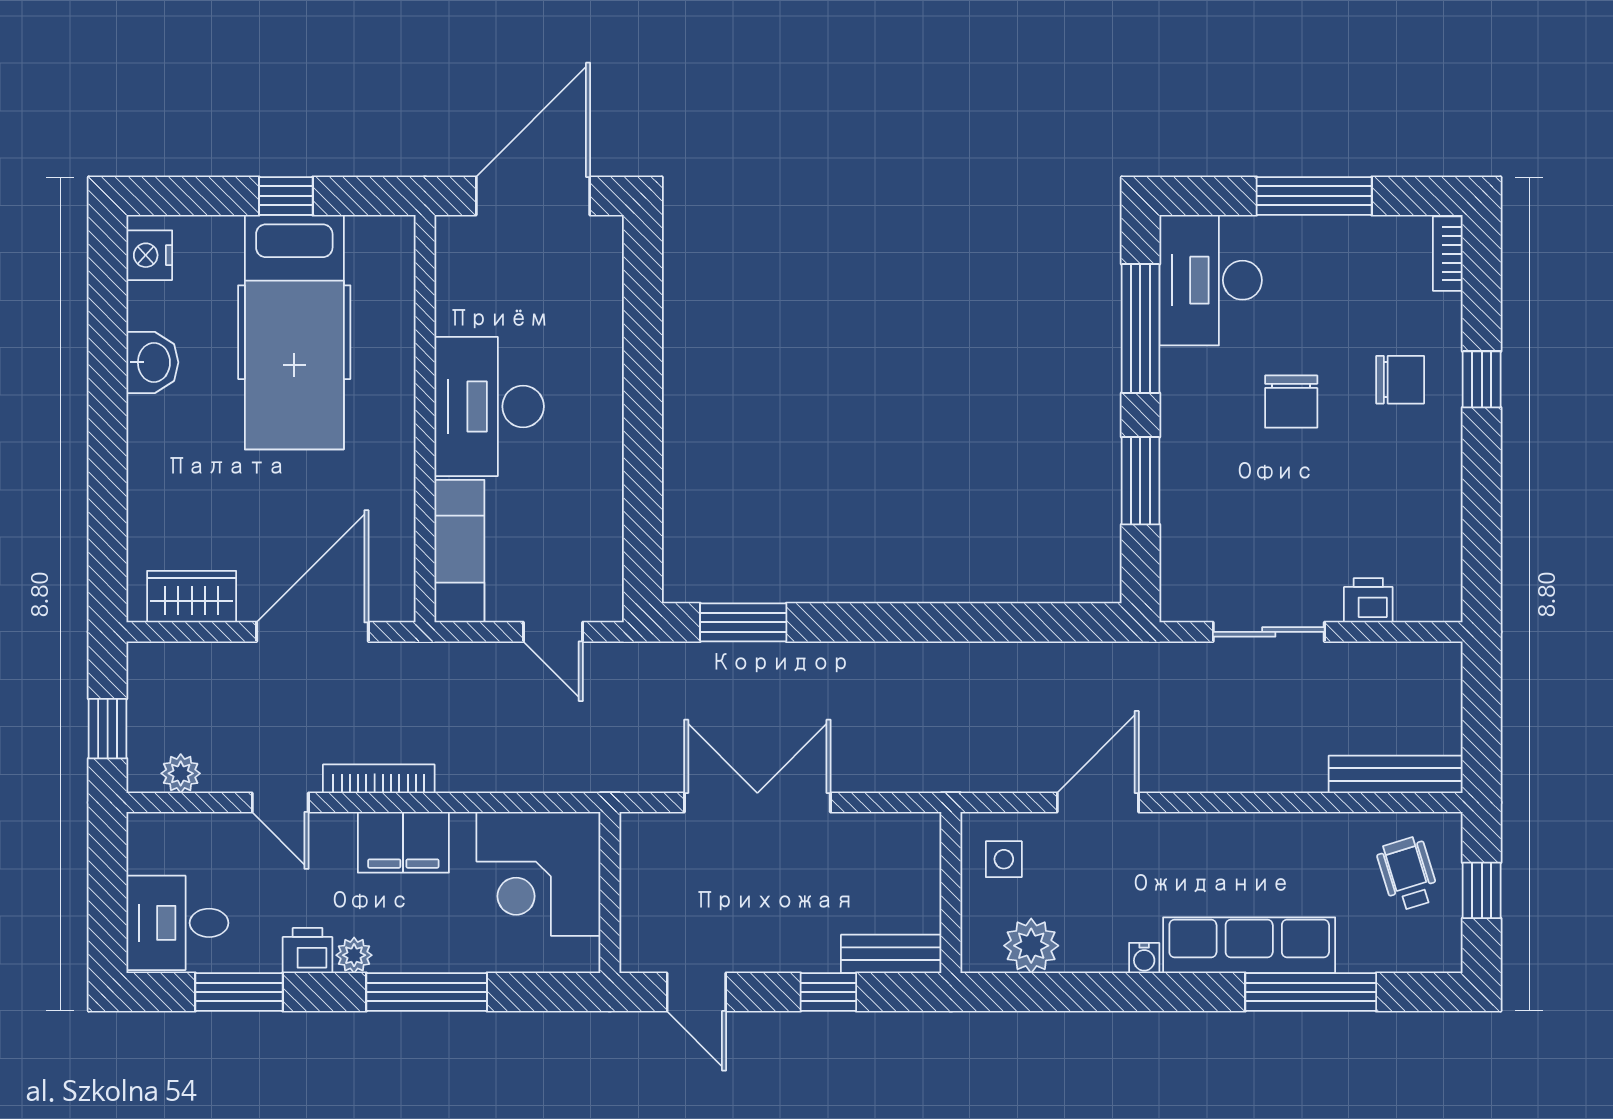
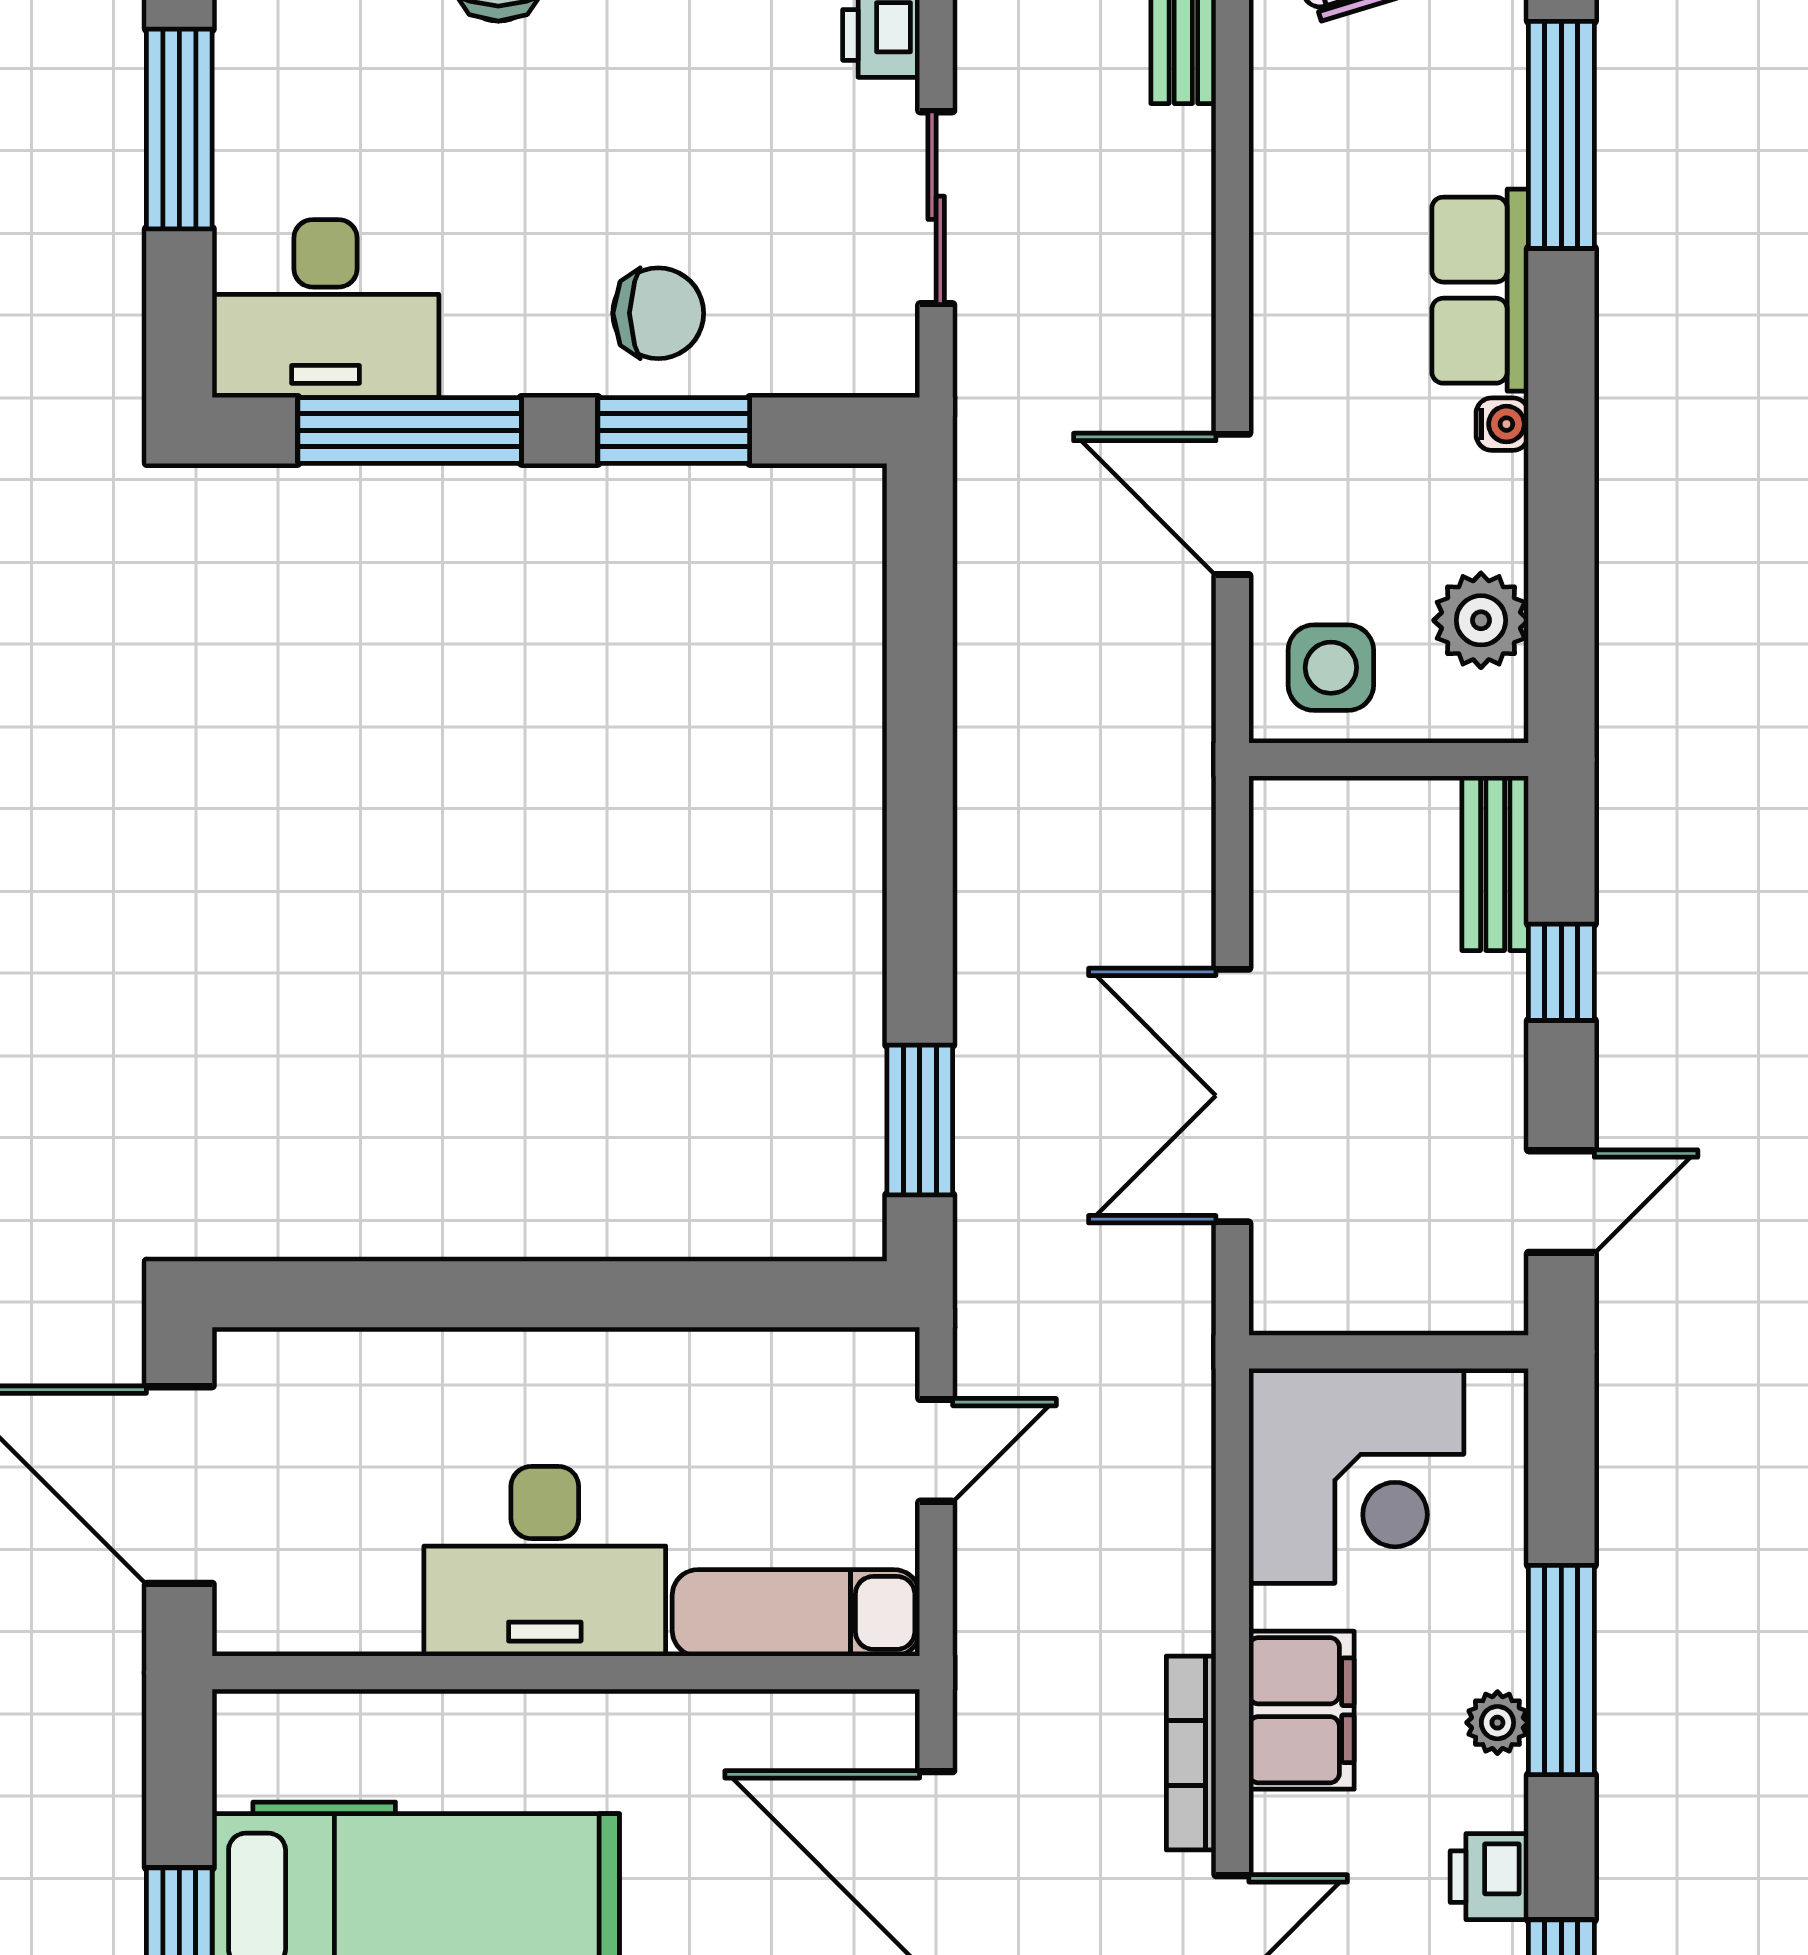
chair: (1291, 402) -> (658, 313), moved
side table: (1004, 859) -> (1331, 668), width x1.37, depth x1.37
row of seats: (1249, 945) -> (1480, 290), width x0.68
plant: (354, 955) -> (1497, 1723), moved

